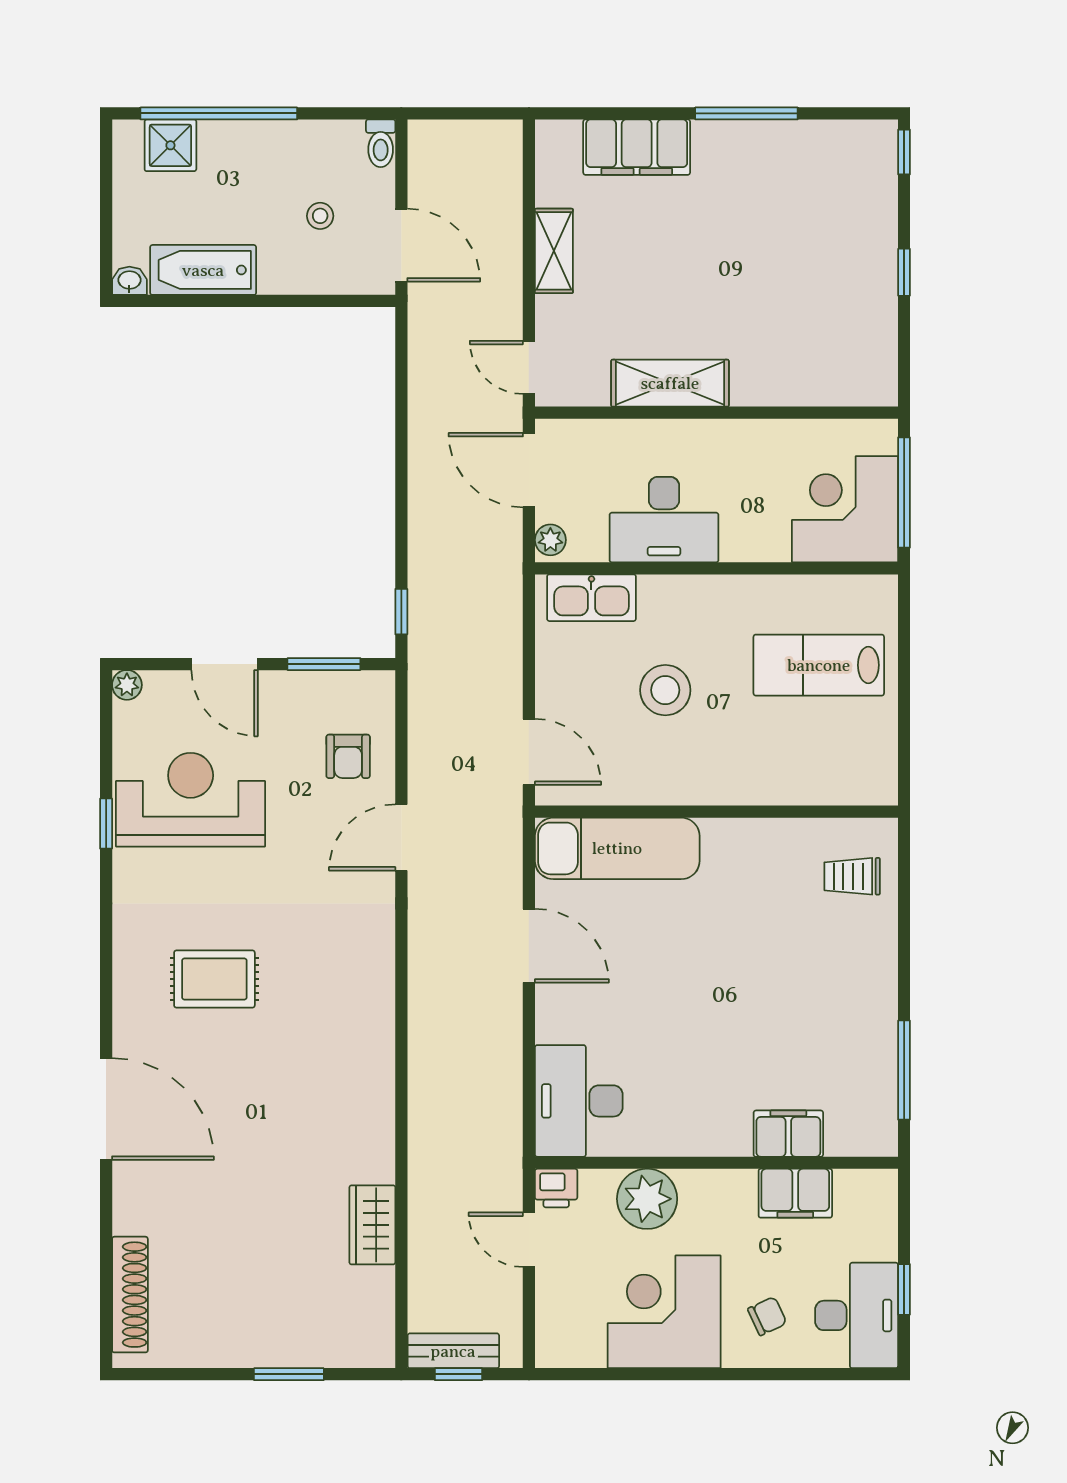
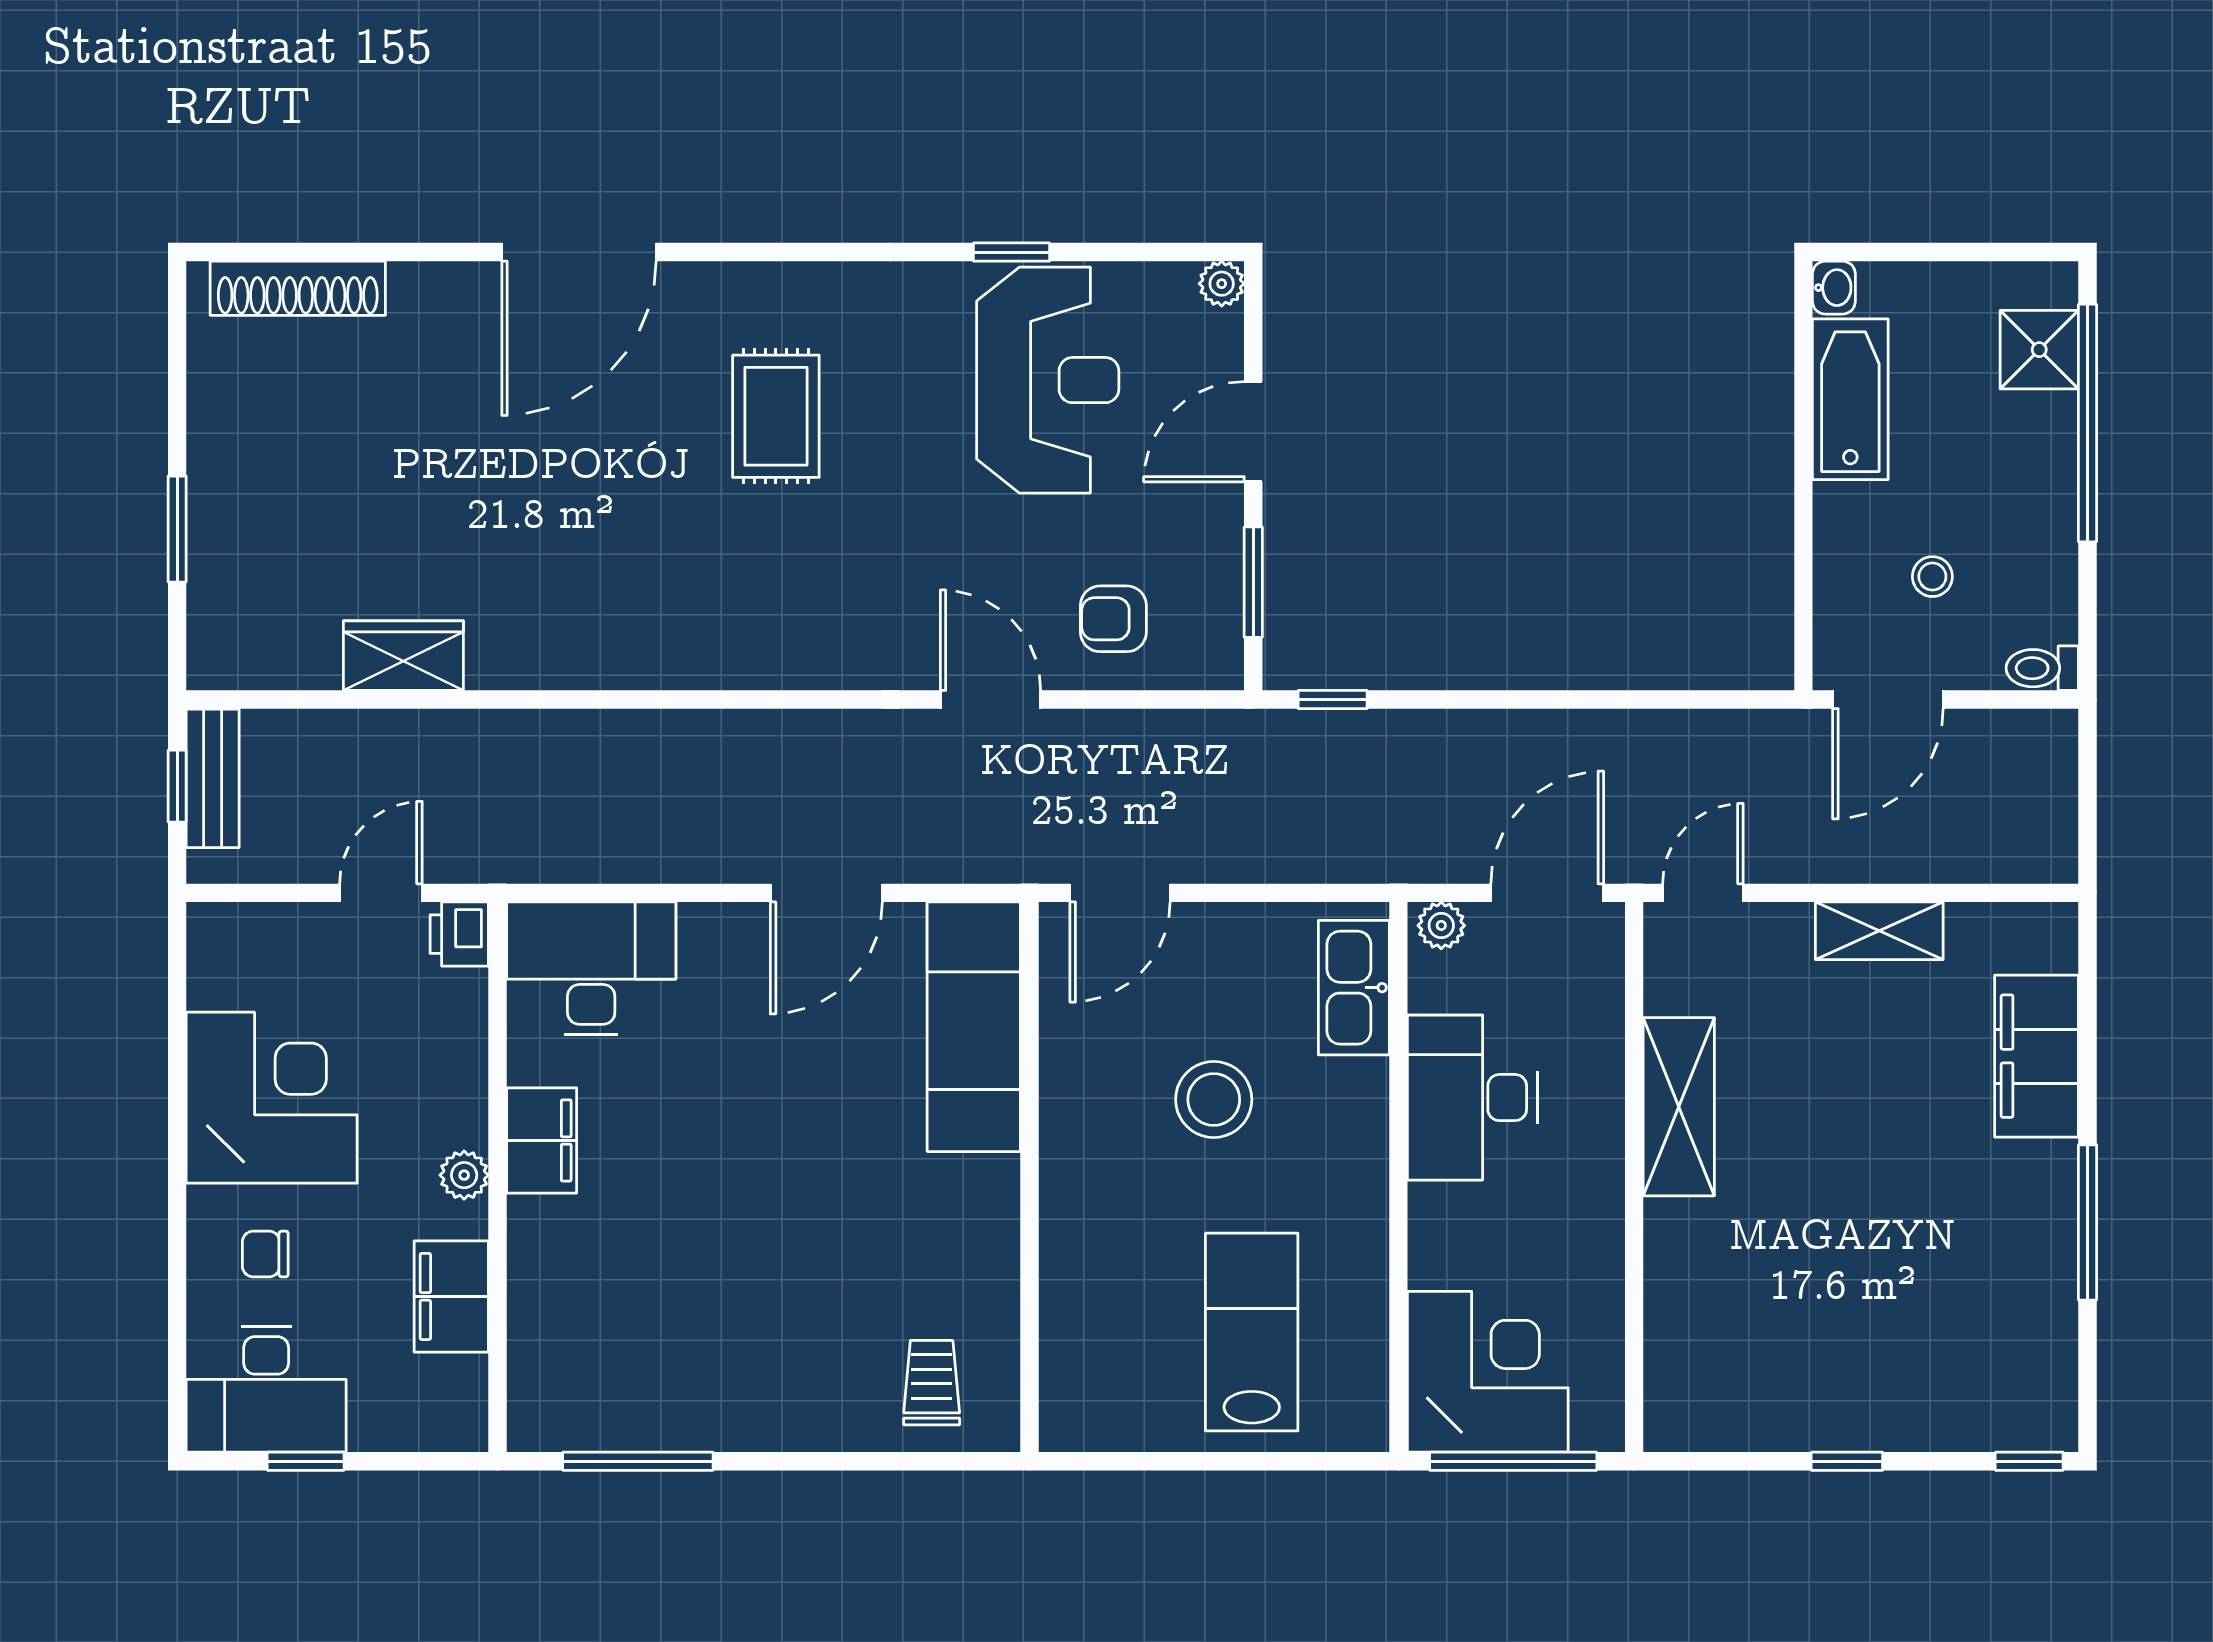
filing cabinet: (788, 1134) -> (542, 1140), moved
plant: (647, 1199) -> (464, 1175), moved, width x0.53, depth x0.53
chair: (767, 1316) -> (265, 1254), turned 115

